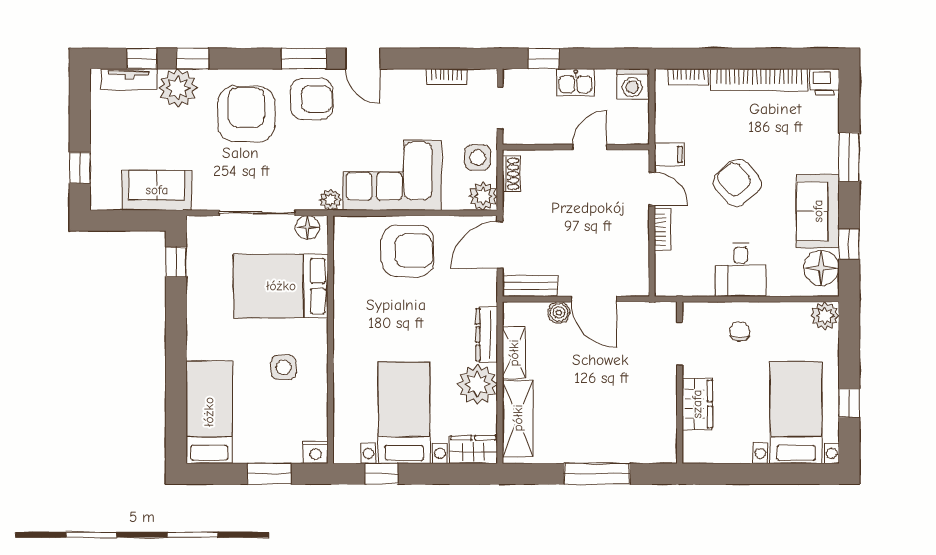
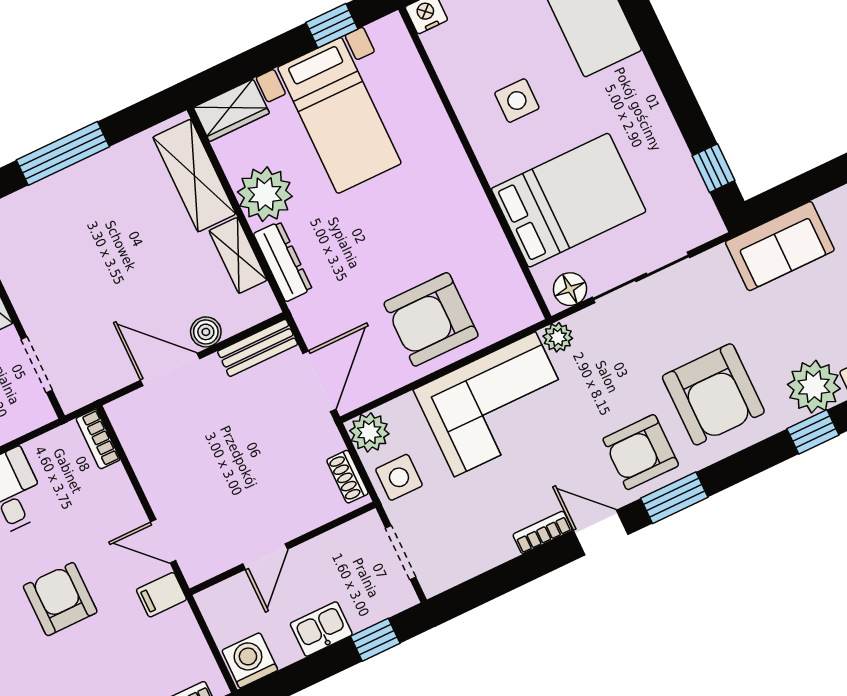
bookcase: (446, 77) -> (543, 532), moved
armchair: (737, 183) -> (60, 599), turned -139
bookcase: (663, 229) -> (98, 439), moved

